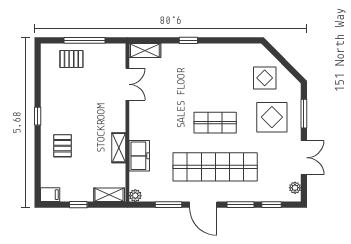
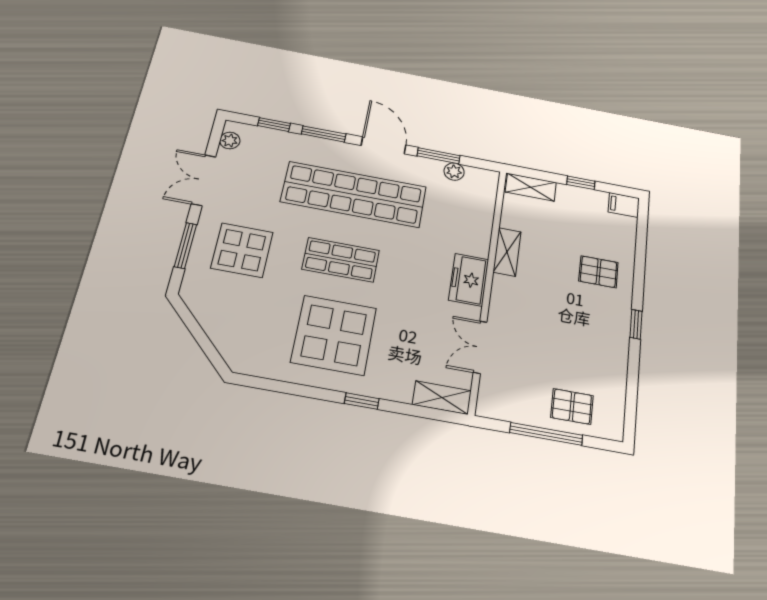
display table: (265, 78) -> (334, 335), moved, width x1.86, depth x1.86
pallet: (63, 146) -> (598, 272), turned 90
freezer: (139, 156) -> (469, 280), moved
plant: (135, 196) -> (454, 172), moved

